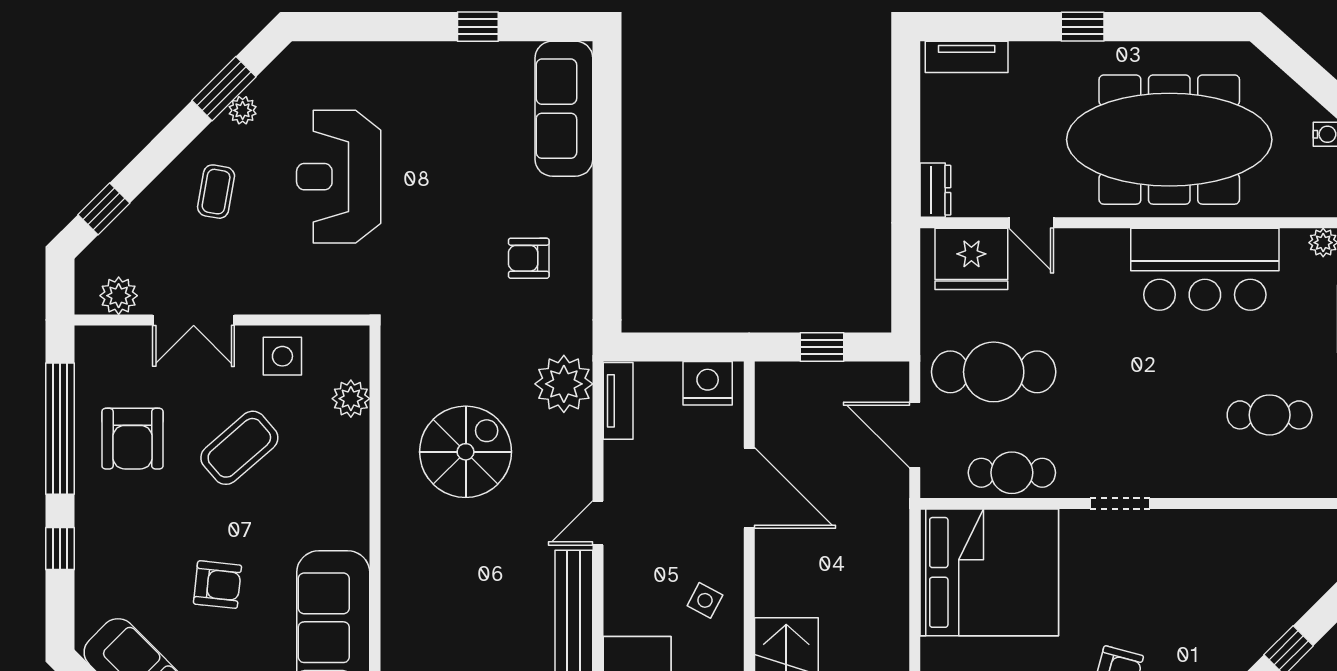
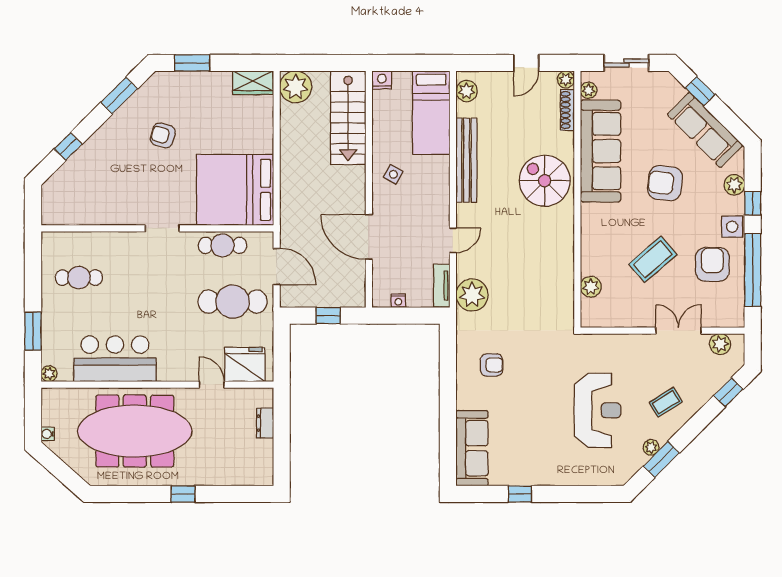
tv unit: (967, 57) -> (248, 477), removed
dresser: (935, 190) -> (265, 423), moved
coffee table: (216, 192) -> (666, 402), turned 48
side table: (282, 356) -> (732, 227), moved
nightstand: (708, 383) -> (398, 301), width x0.53, depth x0.56
spiral stairs: (466, 452) -> (545, 181), moved, turned 90
door: (598, 523) -> (453, 240), moved
plant: (93, 582) -> (734, 185), added
armchair: (217, 585) -> (665, 183), width x1.38, depth x1.38

